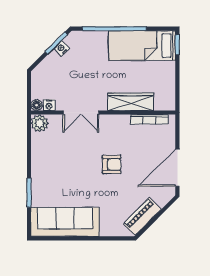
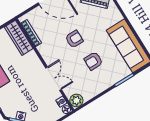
wardrobe: (131, 102) -> (19, 38), moved
armchair: (112, 164) -> (74, 39), turned 90
armchair: (73, 171) -> (93, 61), added

